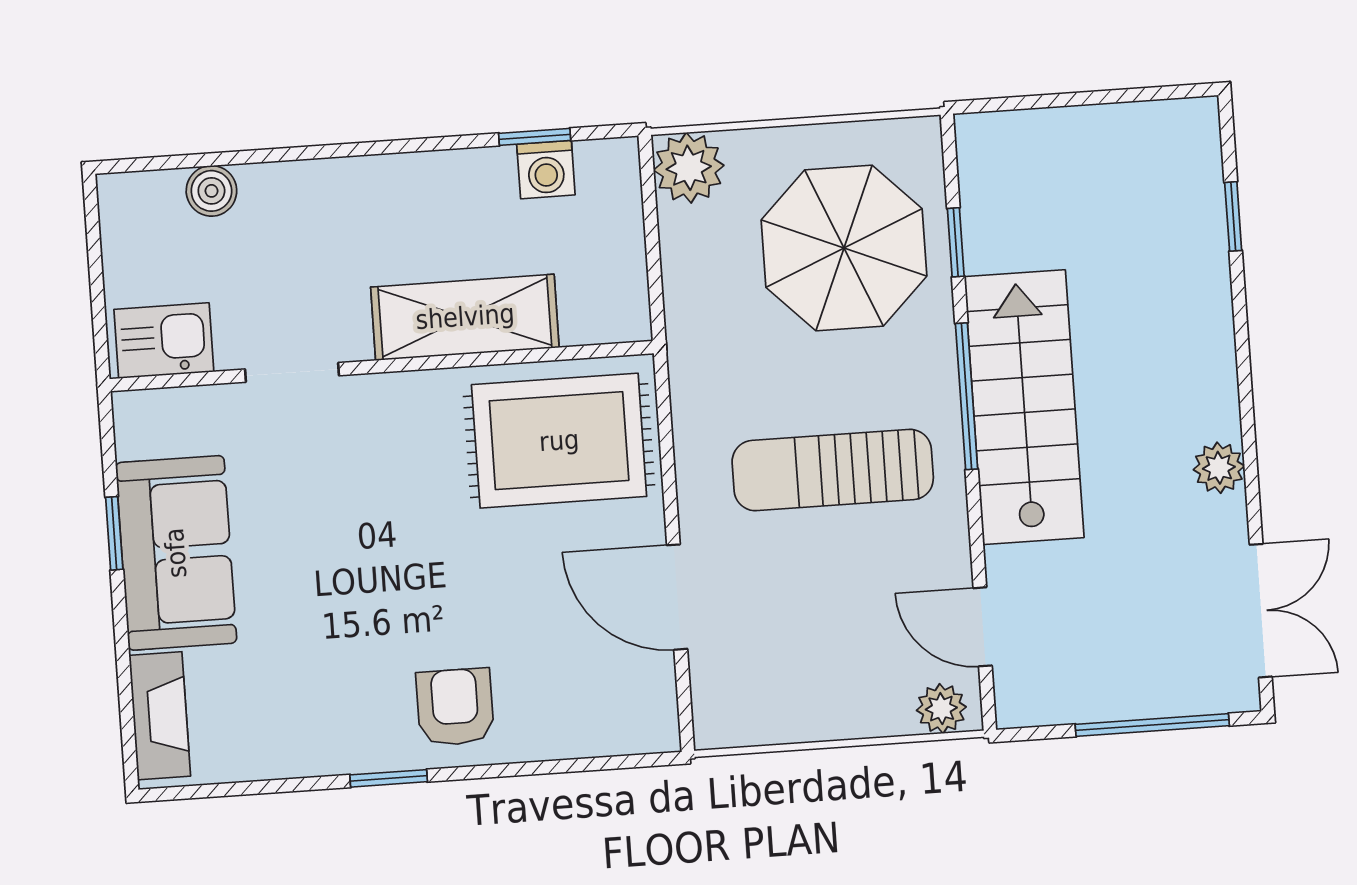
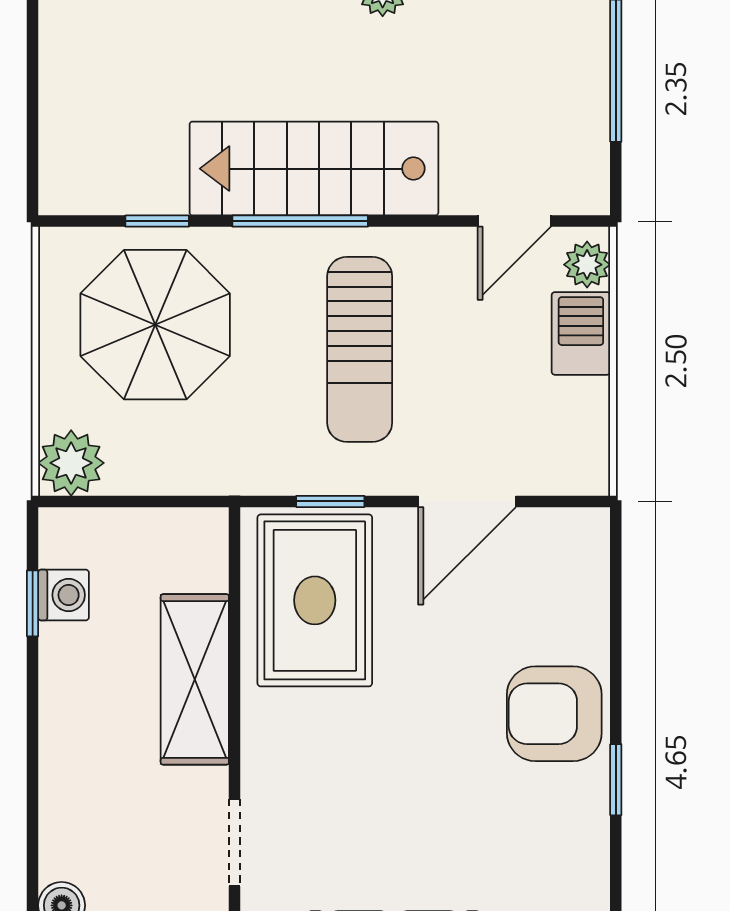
window: (667, 450) -> (330, 501), added
armchair: (455, 707) -> (554, 714), width x1.38, depth x1.38
barbecue: (867, 707) -> (581, 333), added

